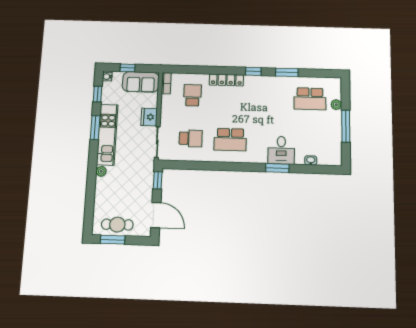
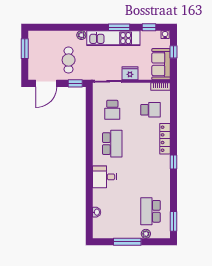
window: (287, 72) -> (174, 221), moved
school desk: (230, 140) -> (112, 144), turned 180
desk: (281, 150) -> (105, 177), moved
window: (277, 168) -> (89, 184), removed
cafe table: (117, 225) -> (69, 60), moved

